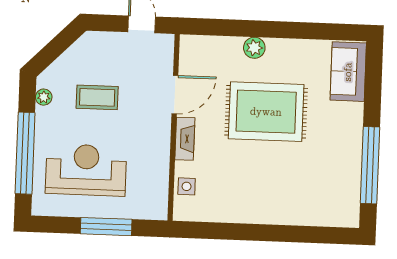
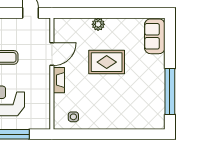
rug: (266, 112) -> (107, 62), width x0.73, depth x0.69
side table: (187, 186) -> (73, 117), moved

